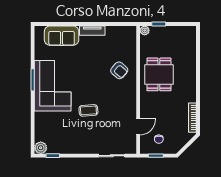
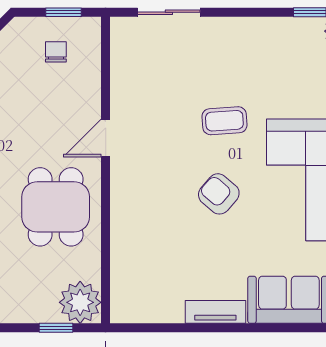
plant: (145, 30) -> (80, 302), width x1.88, depth x1.88
armchair: (119, 70) -> (219, 194), moved
door: (138, 127) -> (106, 138), moved

